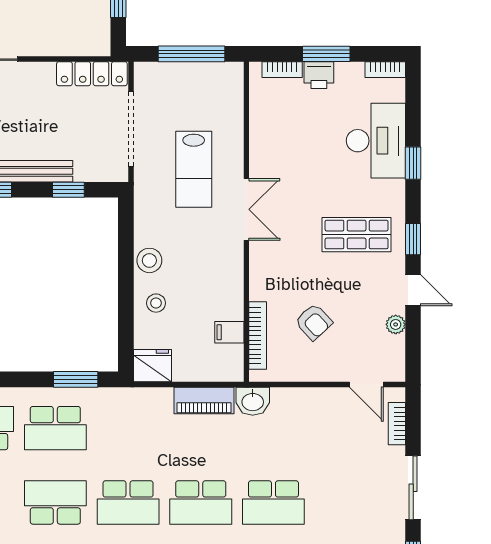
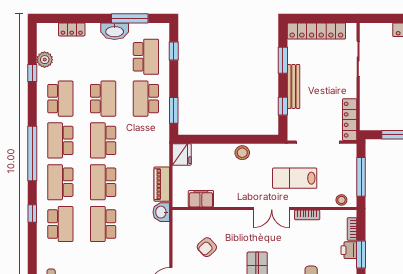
stool: (156, 303) -> (341, 200), moved
filing cabinet: (229, 332) -> (201, 199), width x2.00
bookcase: (258, 336) -> (307, 215), moved, width x0.64

